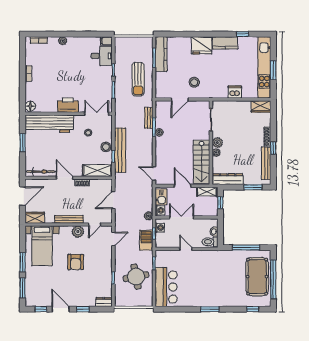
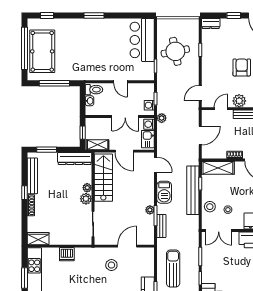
stool: (106, 147) -> (210, 207), moved
barbecue: (146, 240) -> (164, 192), moved

